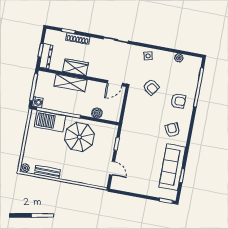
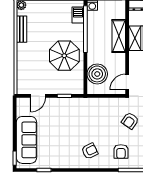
door: (115, 83) -> (127, 82), hinge flipped
boiler: (97, 113) -> (97, 74), width x1.86, depth x1.86
barbecue: (50, 121) -> (78, 15), width x0.53, depth x0.65
sofa: (172, 167) -> (26, 140), moved, turned 90

